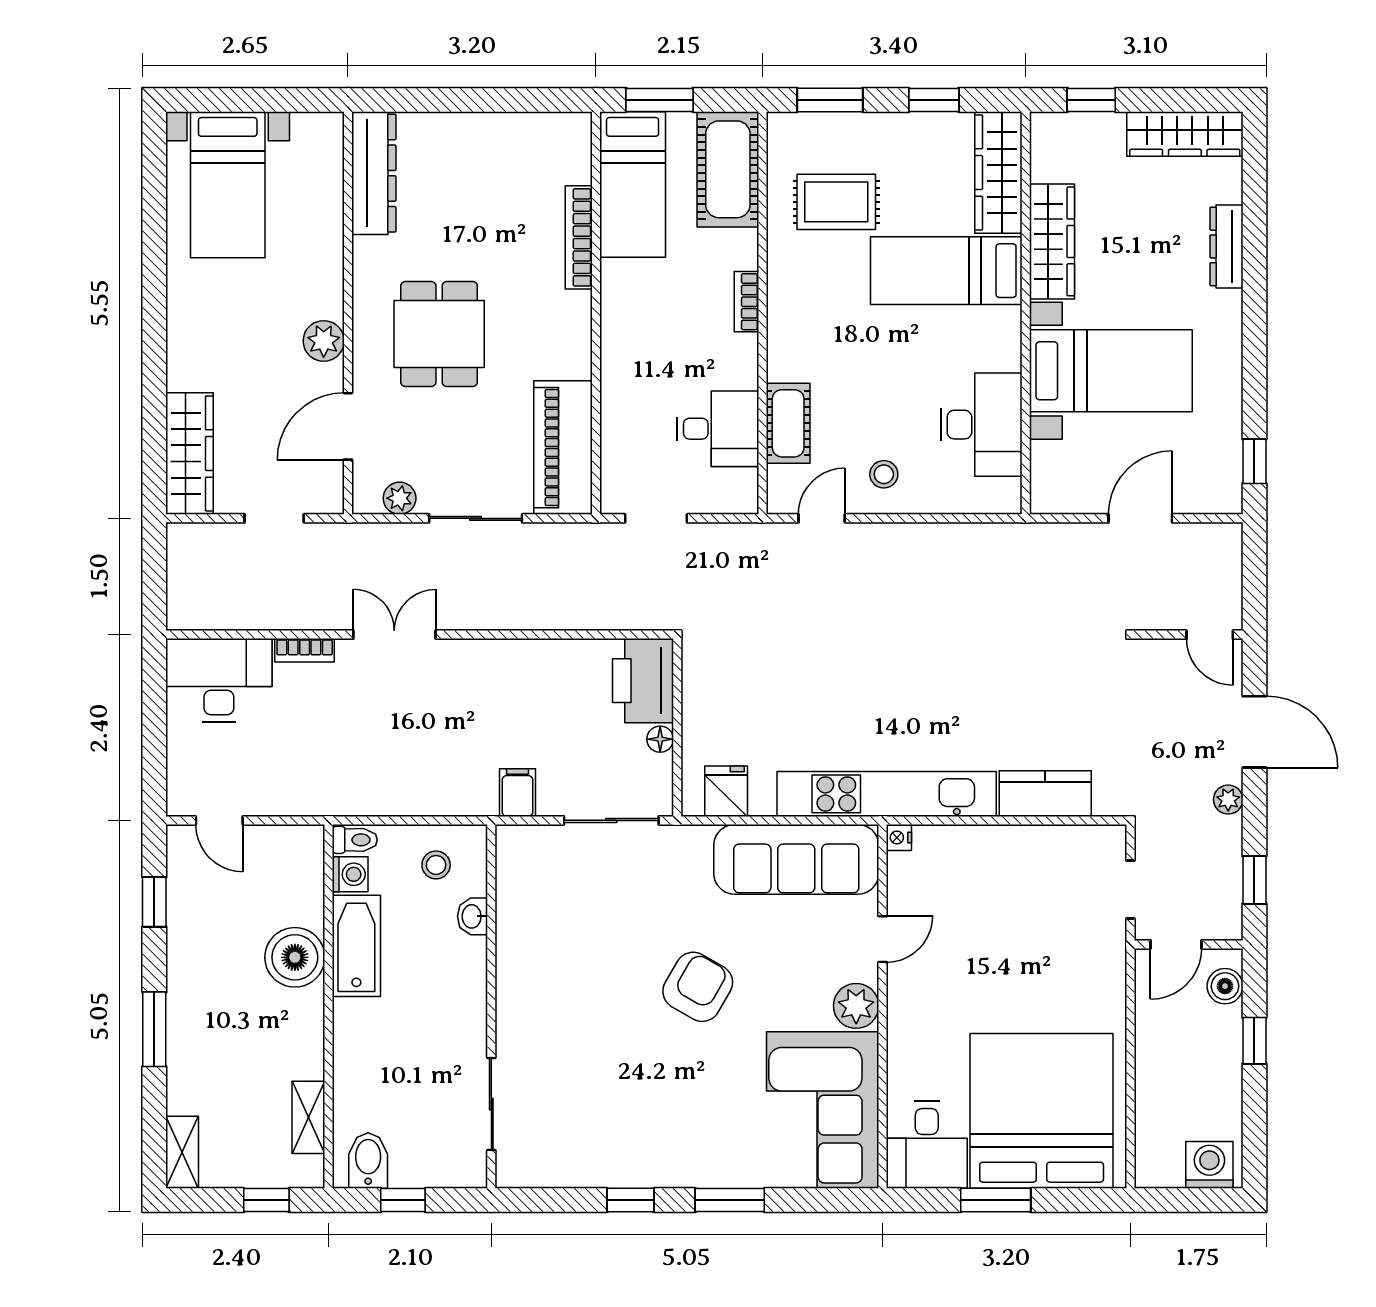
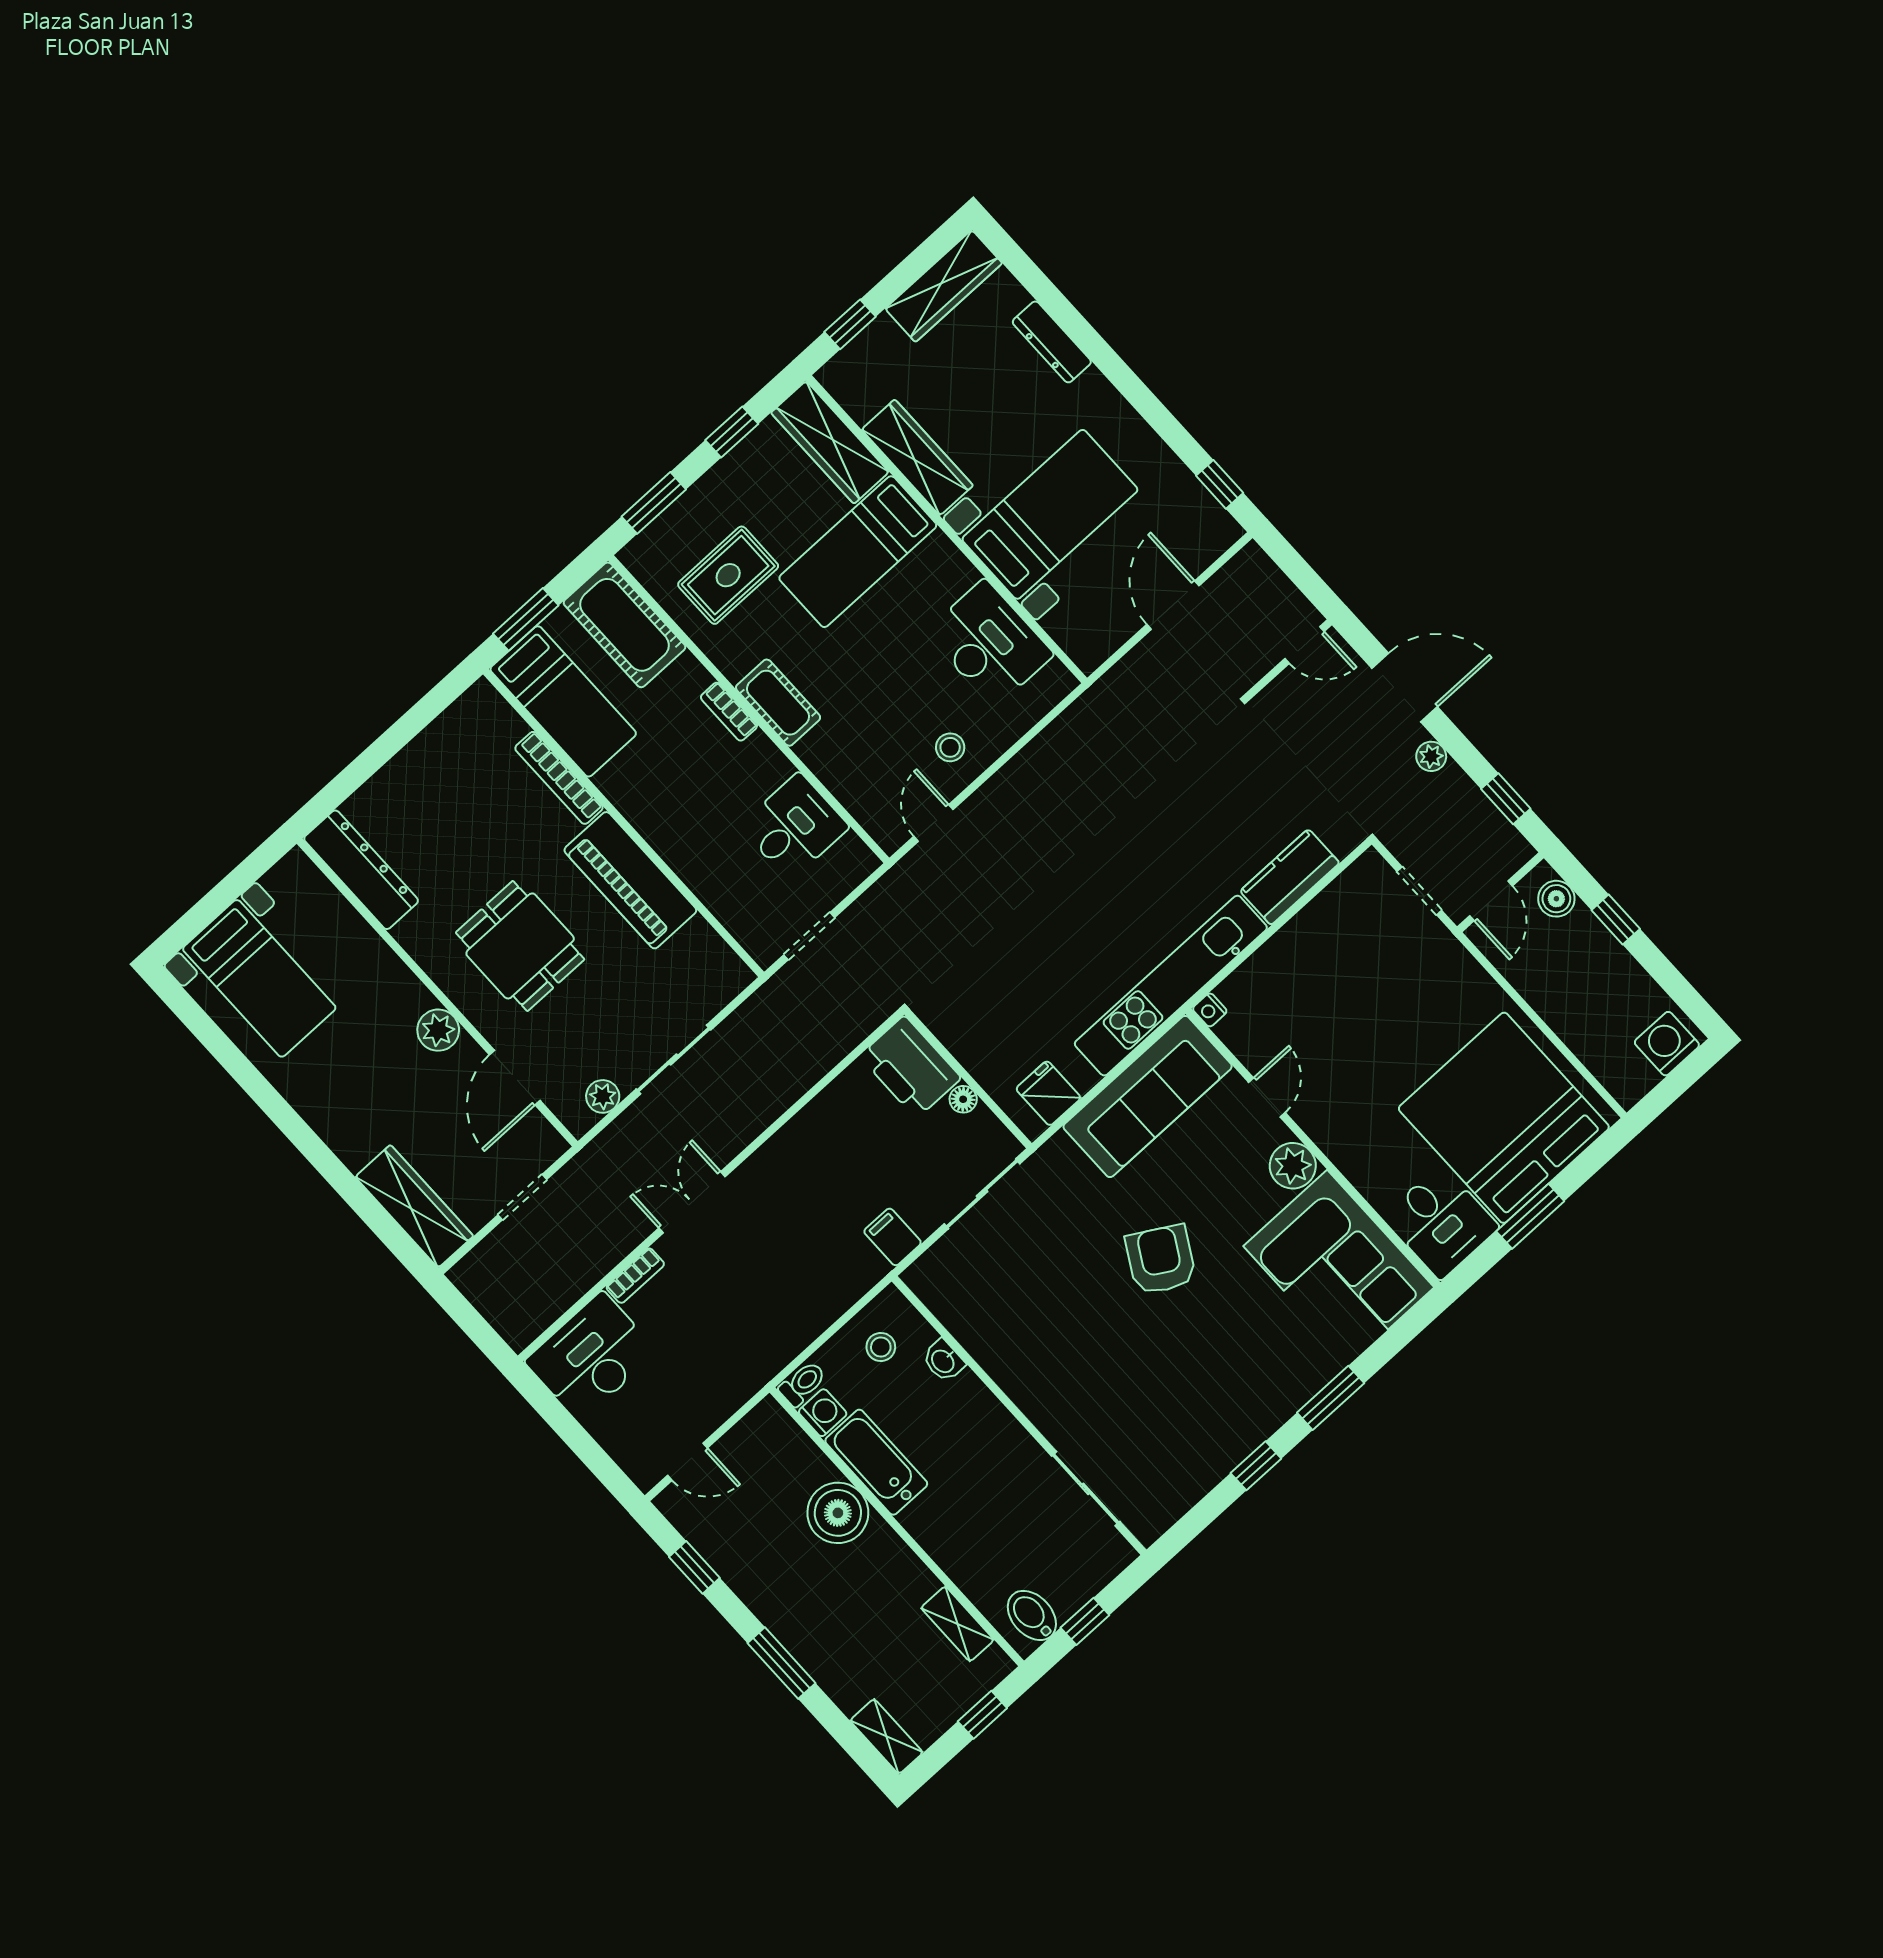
cot: (788, 423) -> (778, 703), moved
piano: (563, 448) -> (630, 880), moved

